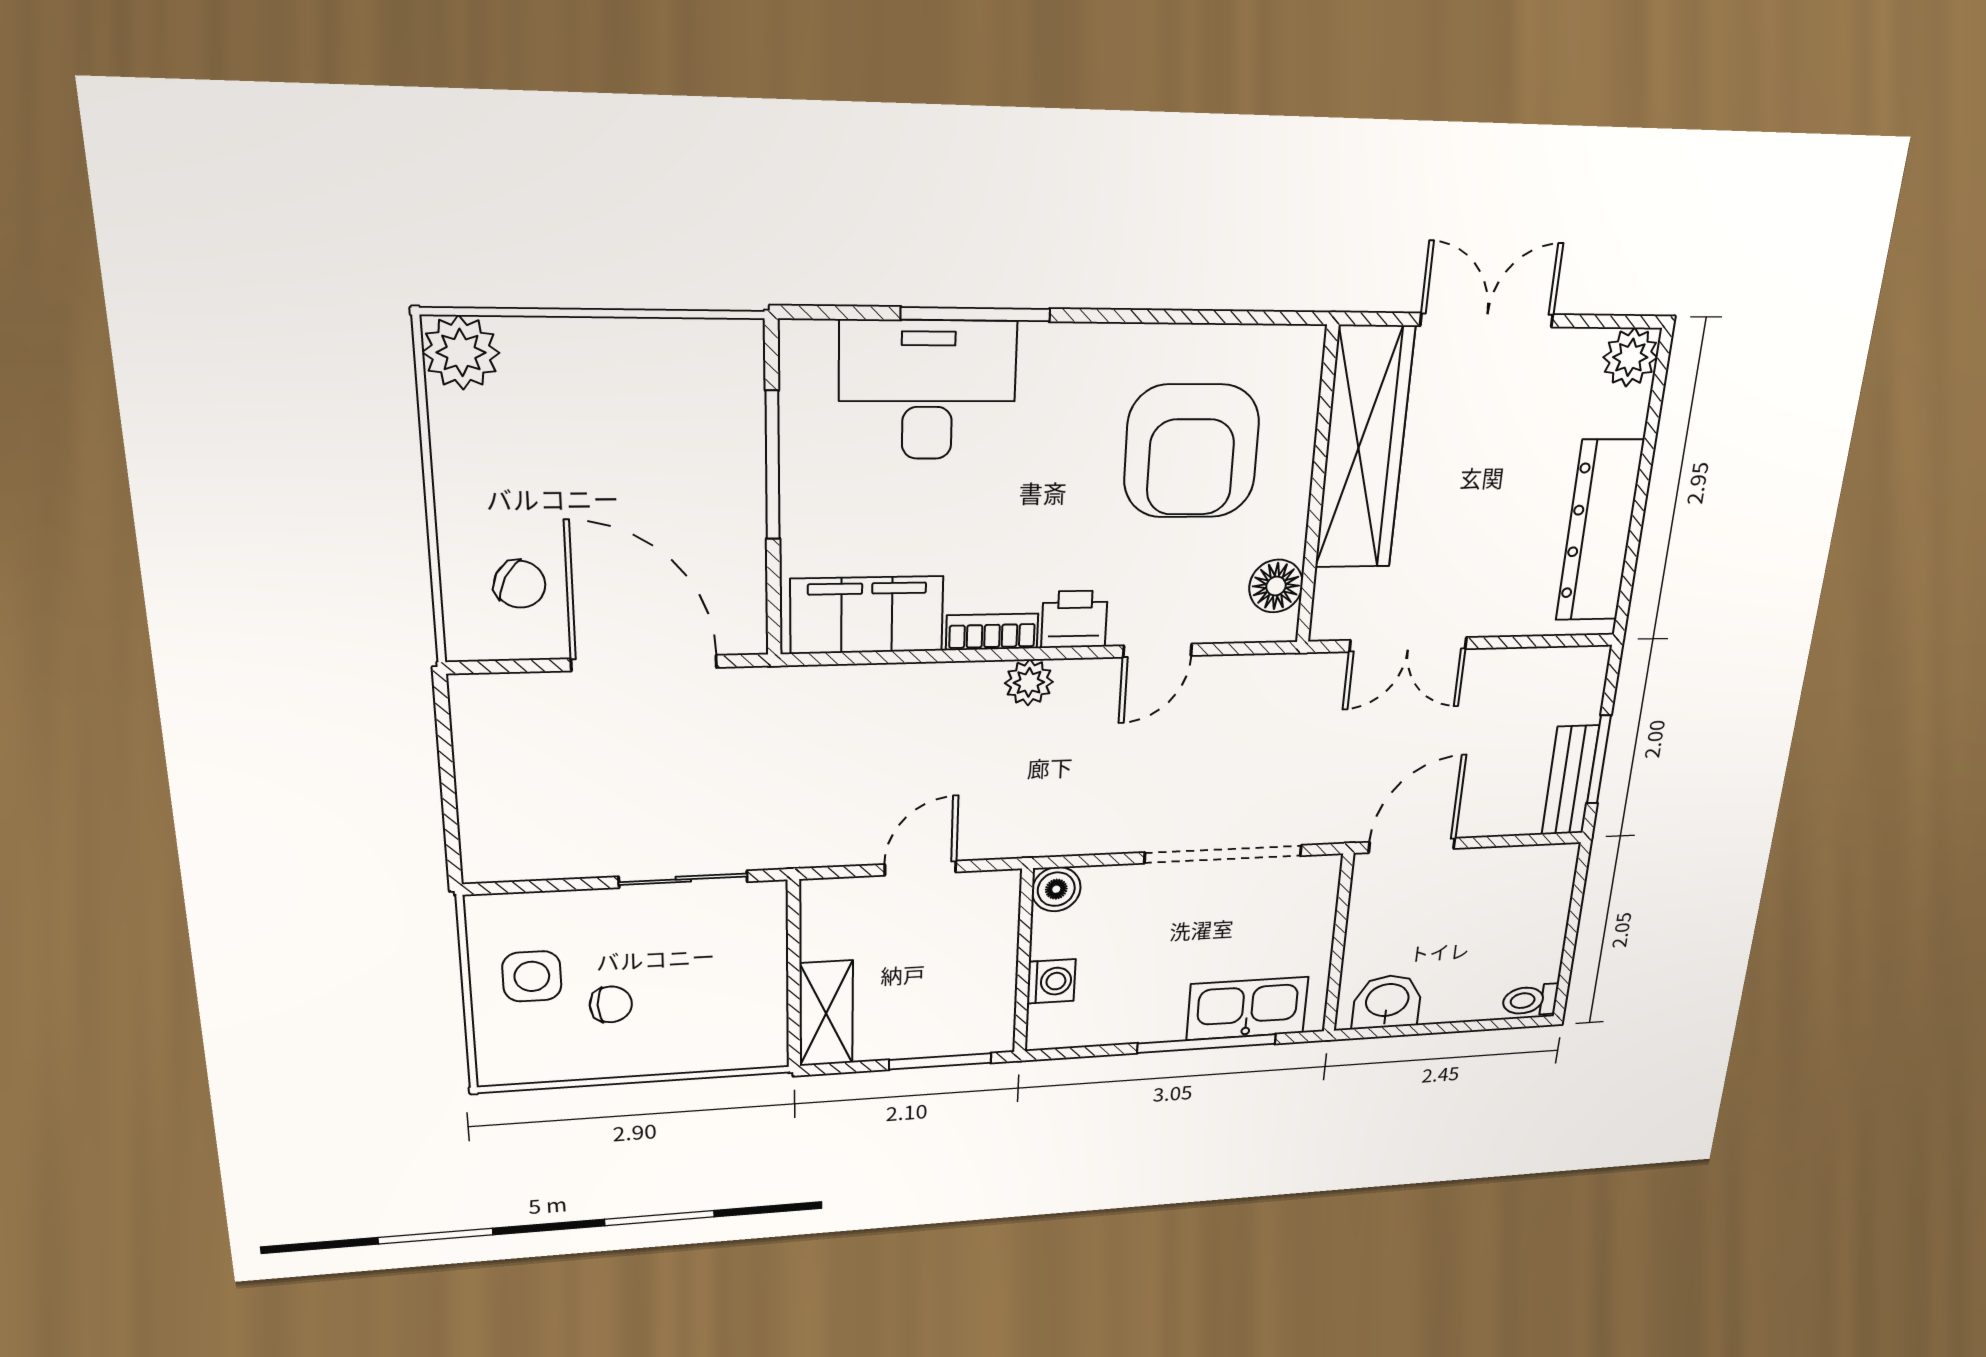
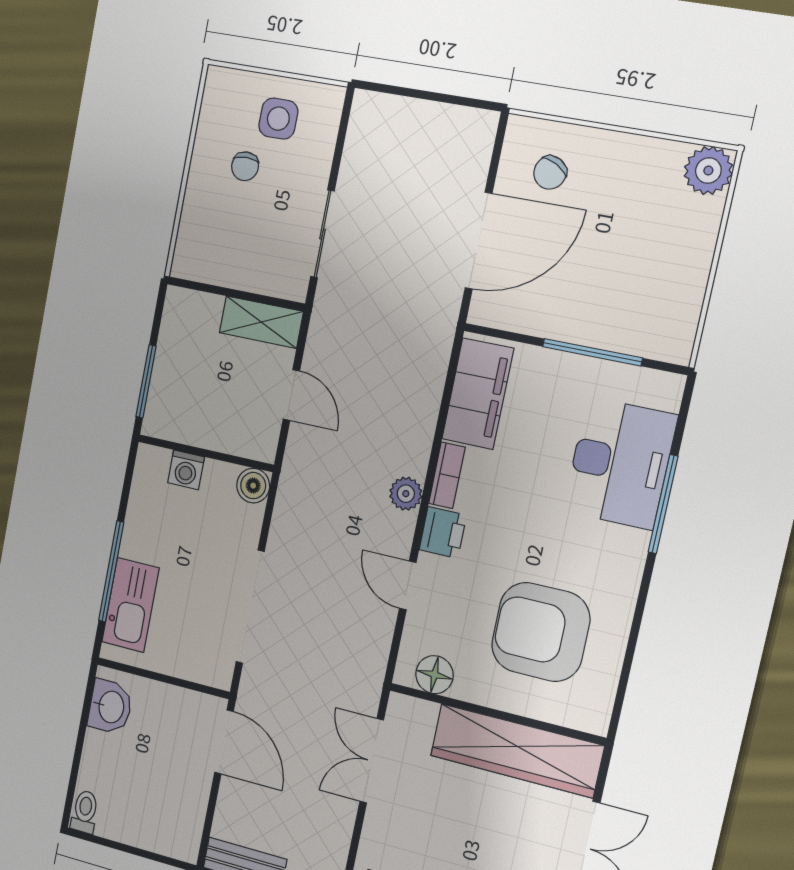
shelving: (826, 1013) -> (261, 322), moved

